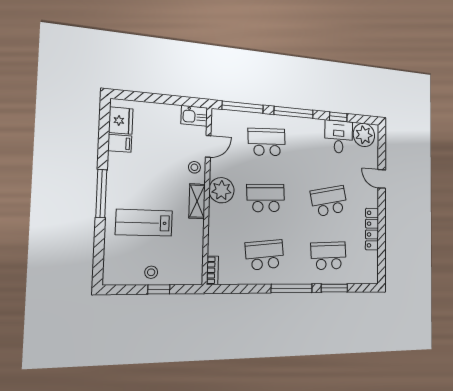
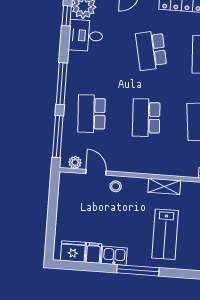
kitchen sink: (194, 116) -> (114, 256), moved, turned -90
window: (338, 117) -> (67, 16), moved
plant: (222, 190) -> (75, 162), moved, width x0.53, depth x0.53
shelving: (197, 201) -> (164, 186), moved

